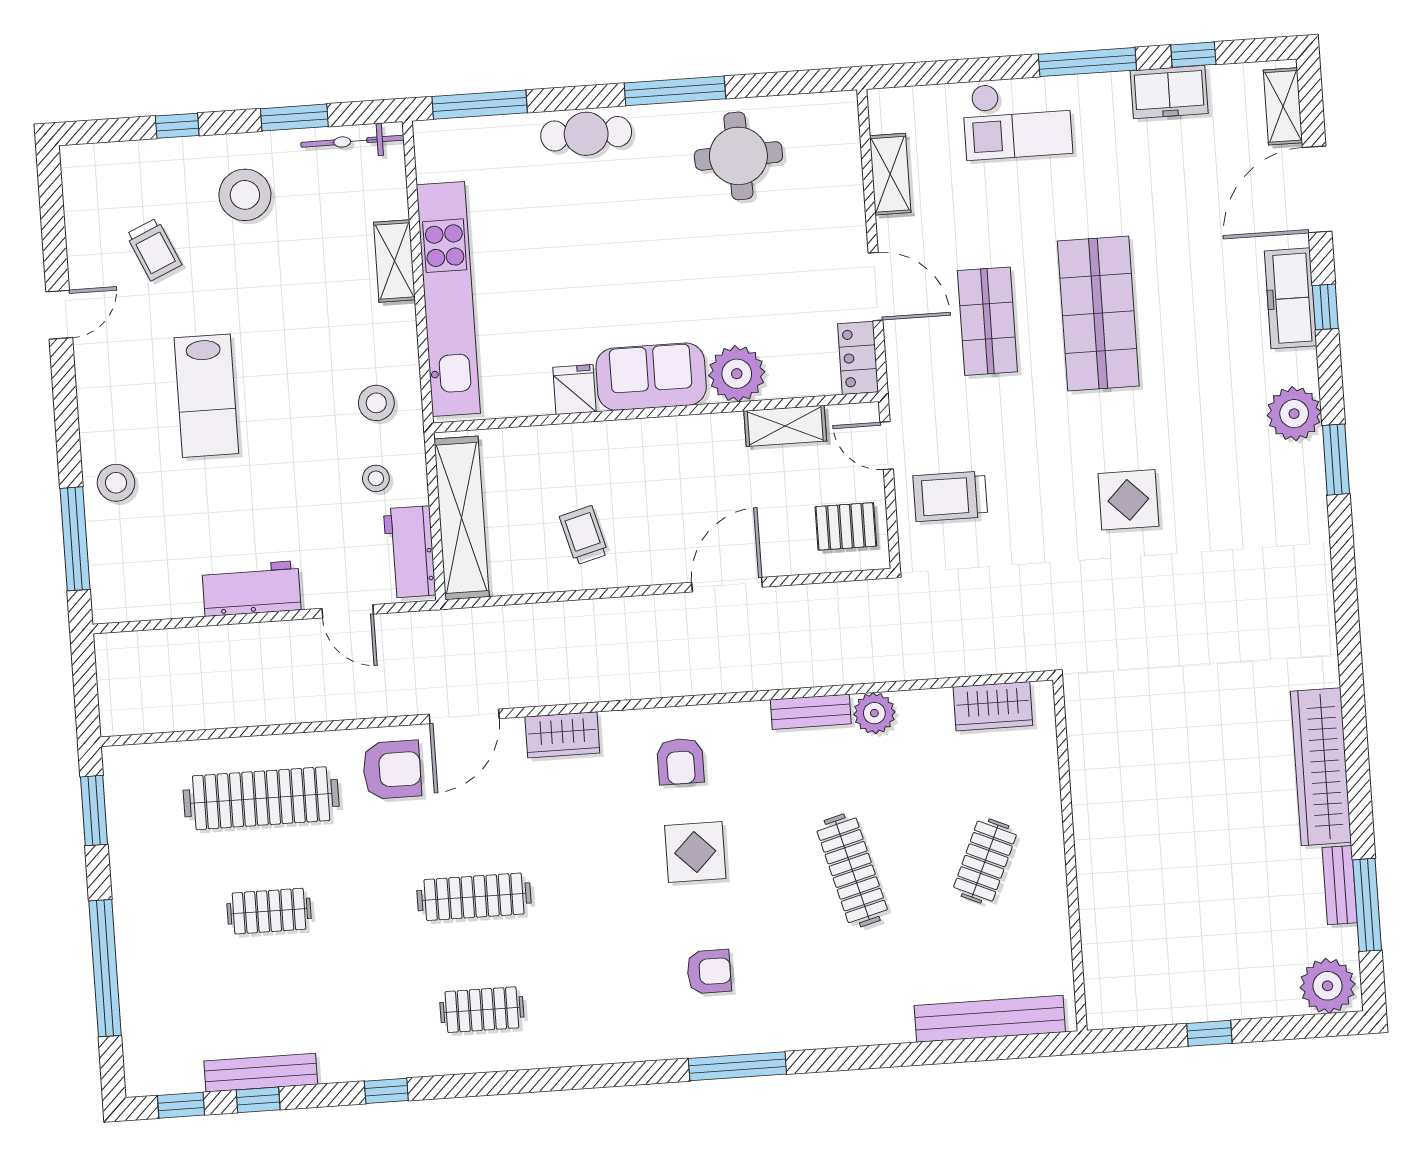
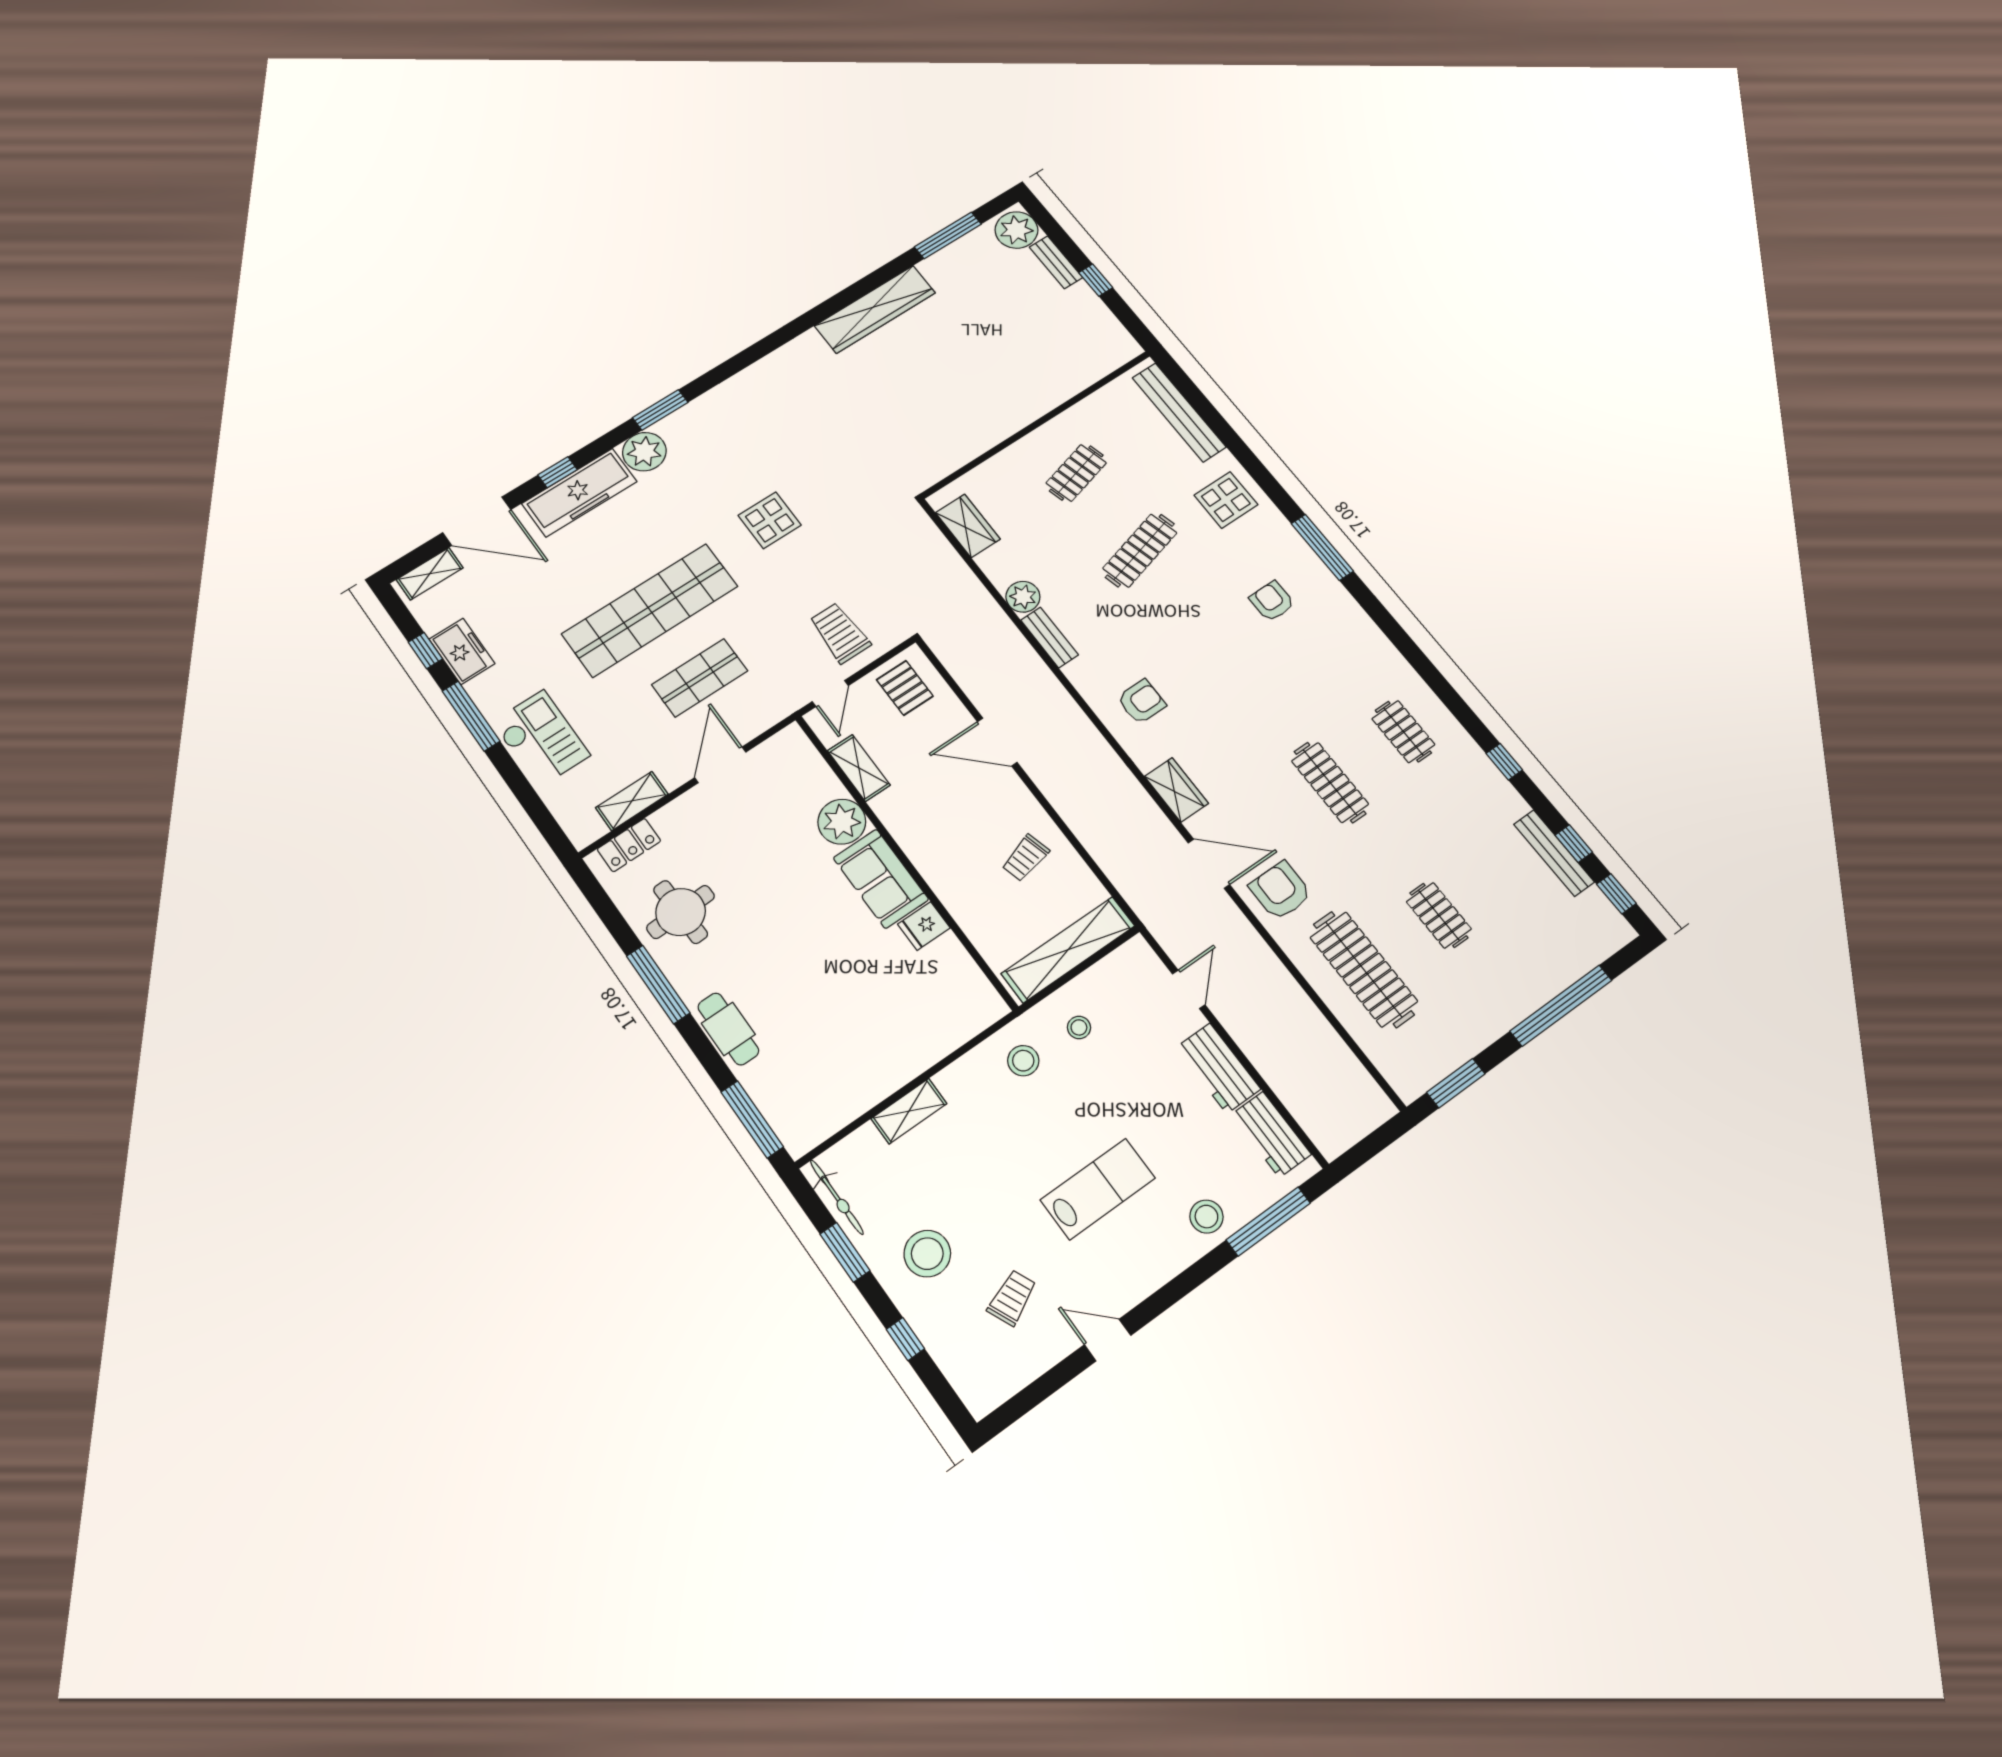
freezer: (1291, 298) -> (579, 493), width x1.36, depth x1.26
kitchen unit: (448, 299) -> (913, 1055), removed
shop shelf: (1098, 313) -> (650, 610), width x1.40
locker: (858, 358) -> (629, 845), moved
trolley: (950, 496) -> (840, 633), turned 180
workbench: (410, 552) -> (1271, 1134), moved, turned 90
display table: (695, 852) -> (1226, 500), moved
clothes rail: (985, 861) -> (1076, 473), turned -39
bench: (1340, 885) -> (1056, 262), moved, turned 90

